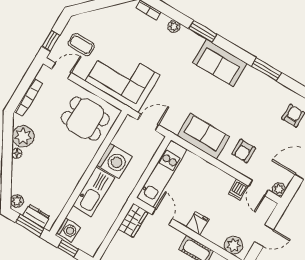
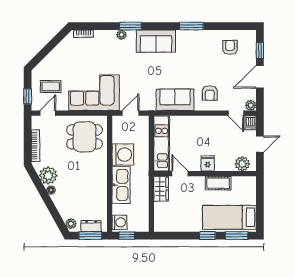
plant: (174, 27) -> (122, 35), moved
dishwasher: (238, 190) -> (251, 123), moved

